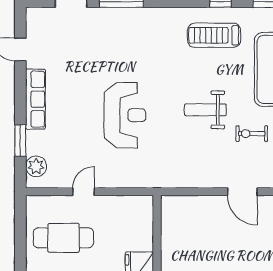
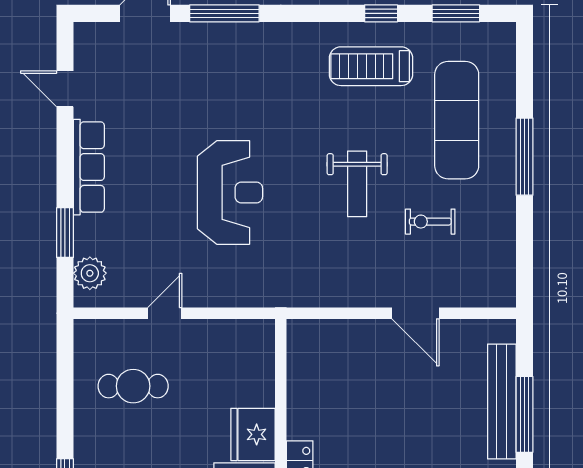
weight bench: (205, 110) -> (357, 184), turned -90
cafe table: (63, 238) -> (133, 386), width x0.73, depth x0.74

